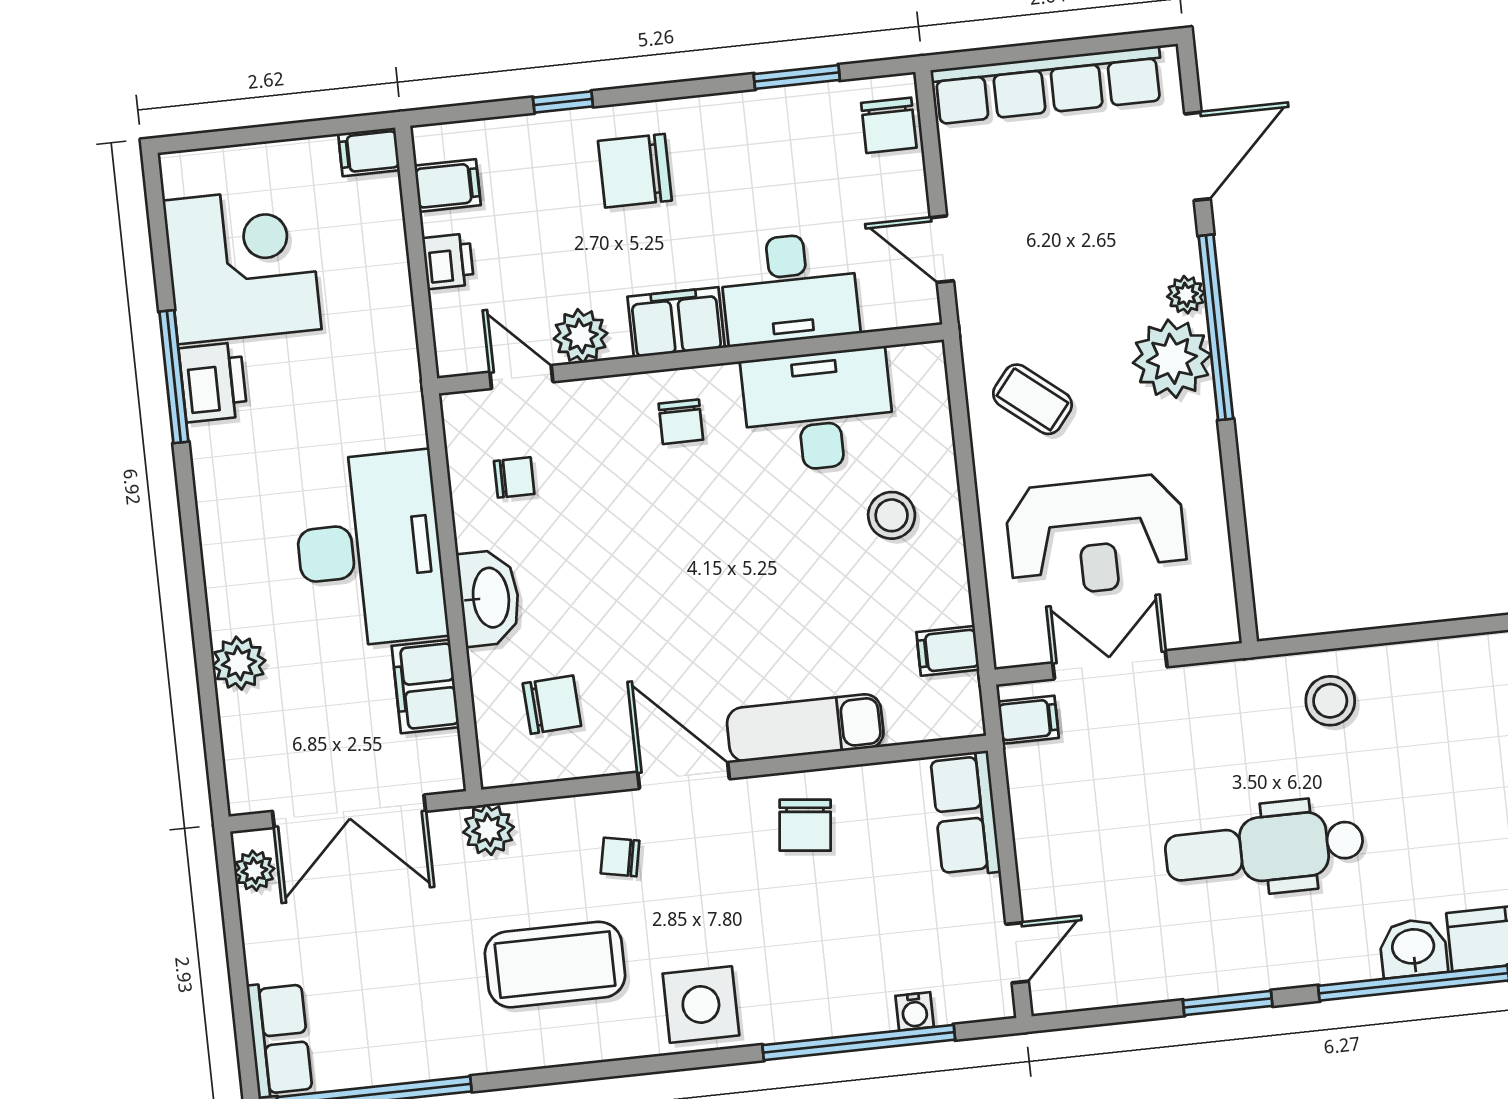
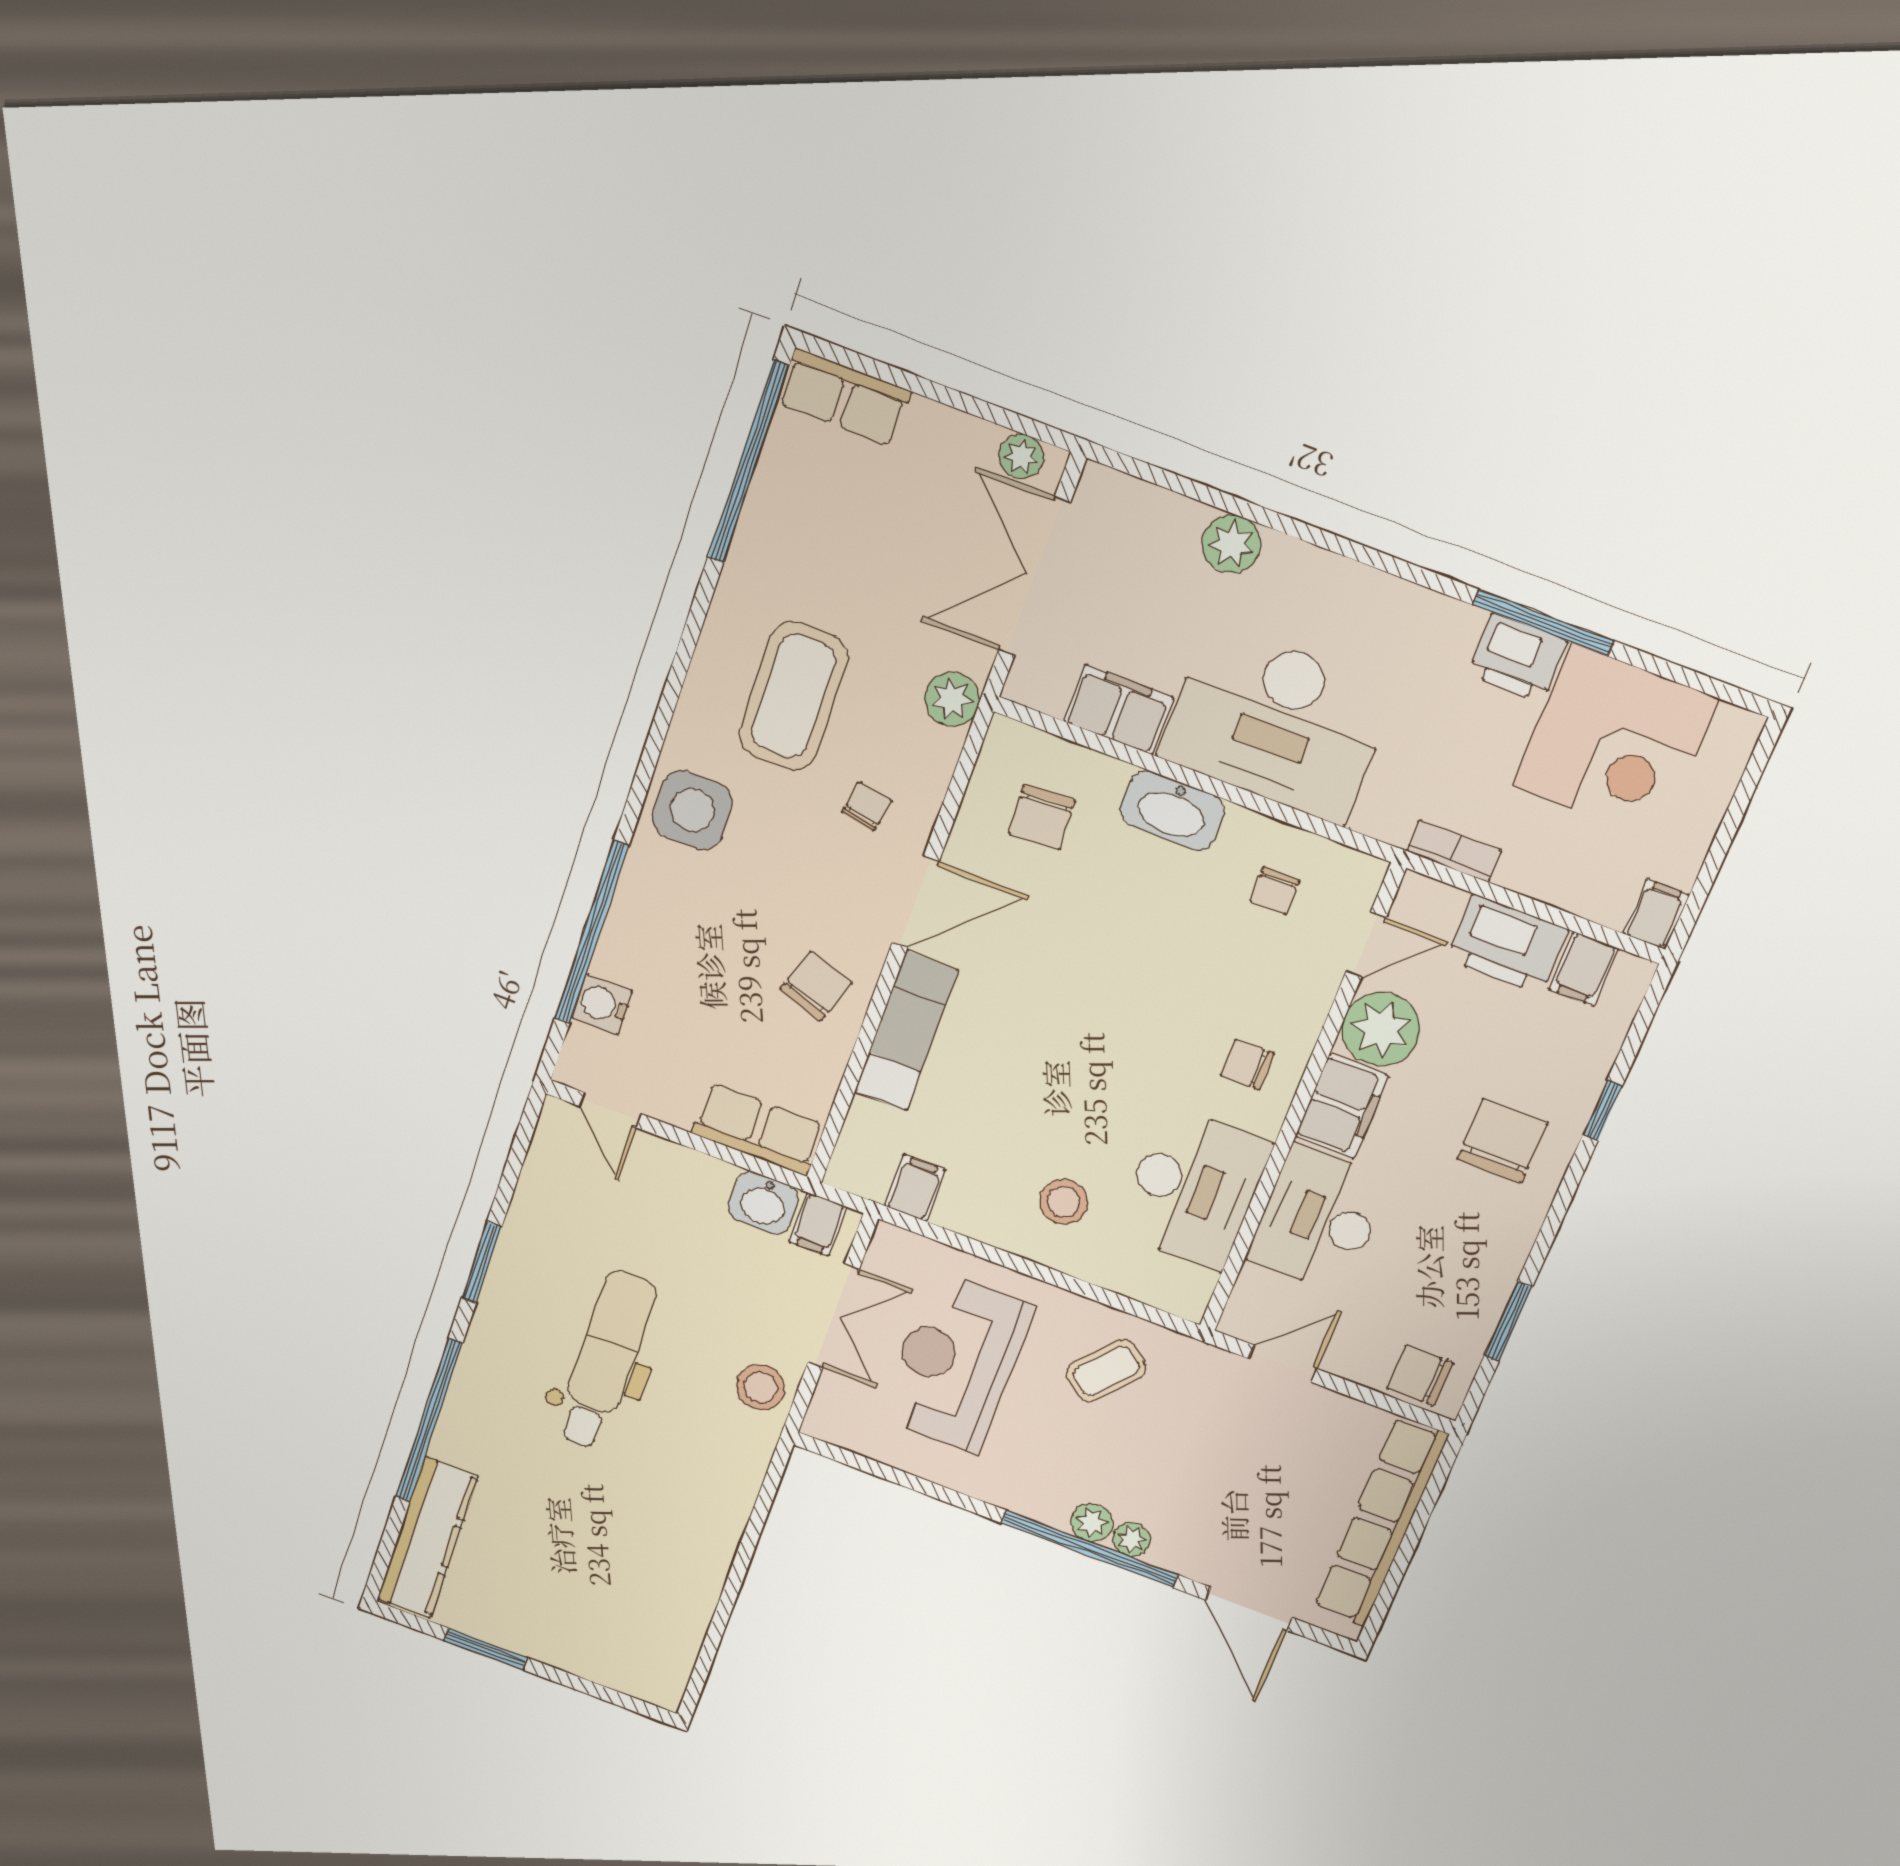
printer: (448, 261) -> (1507, 944), width x1.87, depth x1.48
plant: (581, 336) -> (1381, 1029), width x1.36, depth x1.36
bookcase: (402, 347) -> (1454, 851), added
plant: (1172, 359) -> (1092, 1522), width x0.53, depth x0.53
stool: (1330, 701) -> (761, 1387), moved
chair: (805, 825) -> (816, 986), turned 103
washbasin: (1413, 948) -> (763, 1203), moved, turned 90
water cooler: (915, 1011) -> (602, 1004), width x1.38, depth x1.38

